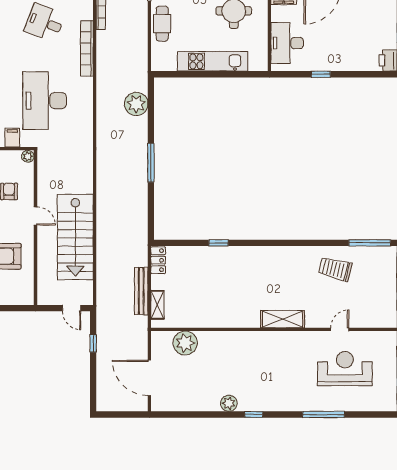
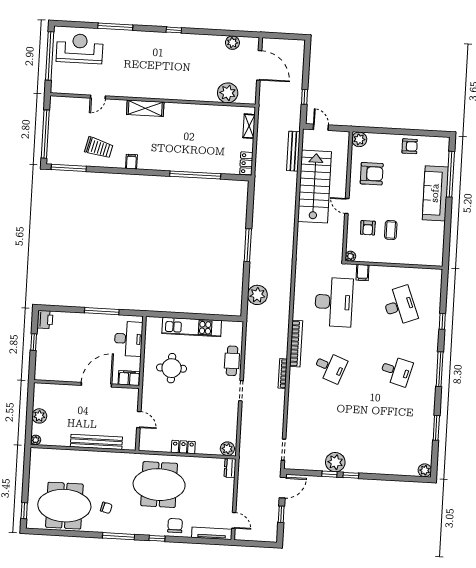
window: (321, 74) -> (102, 311), width x2.17
window: (219, 243) -> (195, 175), width x3.17
filing cabinet: (295, 255) -> (131, 162), added
bench: (141, 291) -> (293, 151), moved
plant: (25, 296) -> (359, 139), added
reception desk: (345, 369) -> (80, 49), moved, turned 180
plant: (229, 403) -> (232, 43), moved

